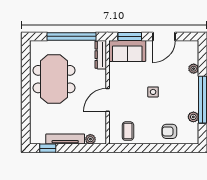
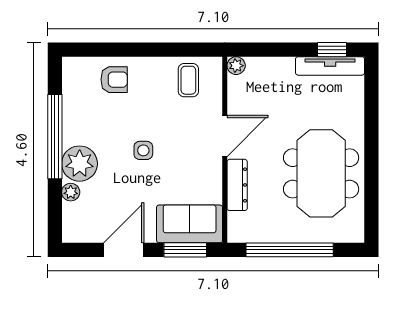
dresser: (101, 55) -> (237, 185), moved
plant: (193, 117) -> (80, 164), moved, width x1.87, depth x1.87
tv unit: (65, 139) -> (330, 66), moved
plant: (90, 139) -> (236, 66), moved

